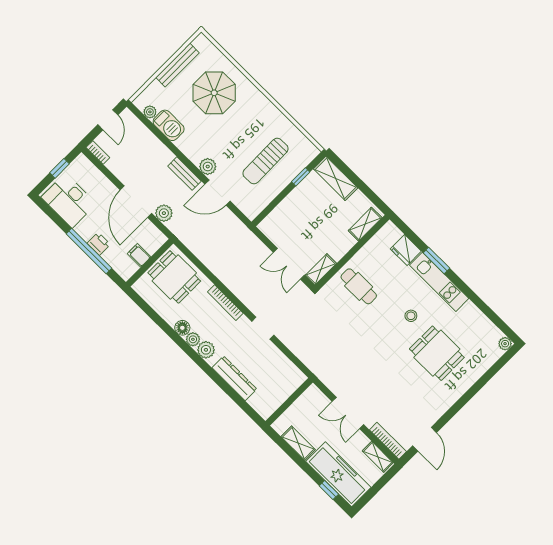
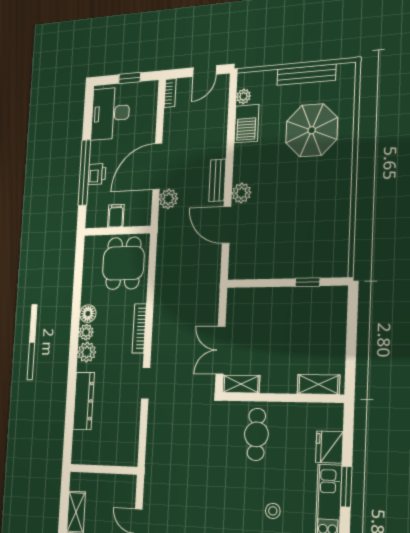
sun lounger: (266, 161) -> (293, 237), removed
shelving: (336, 178) -> (336, 315), removed

